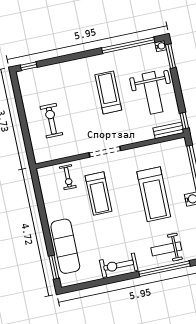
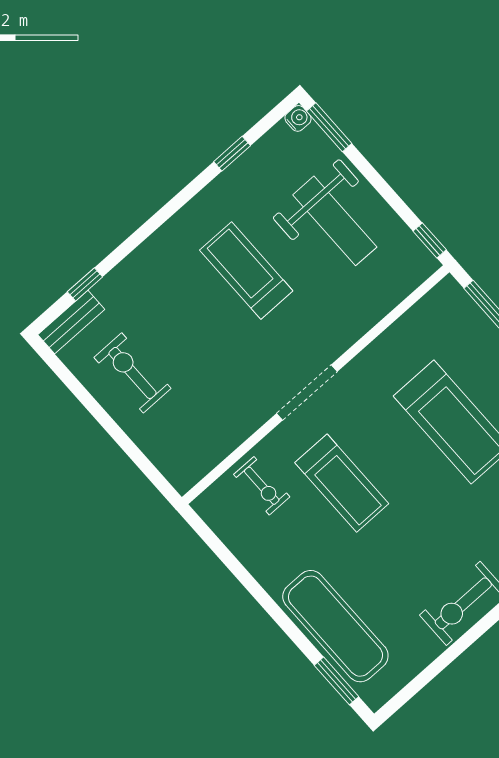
window: (128, 45) -> (232, 154), width x0.32
window: (29, 66) -> (85, 284), moved
exercise bike: (51, 121) -> (133, 373), moved
bench: (168, 130) -> (71, 322), moved

